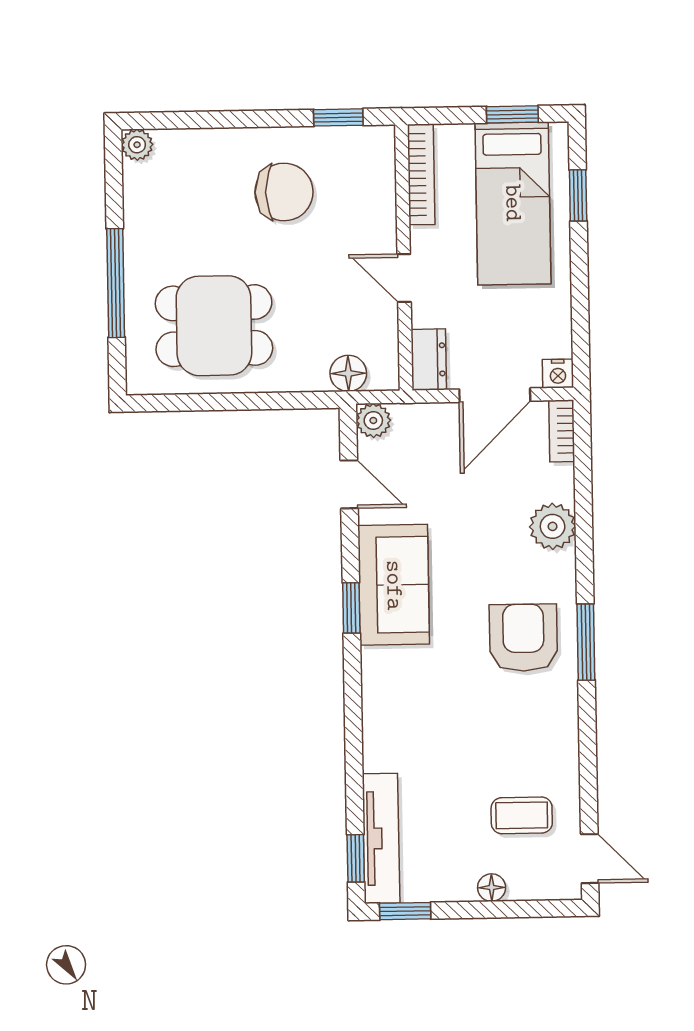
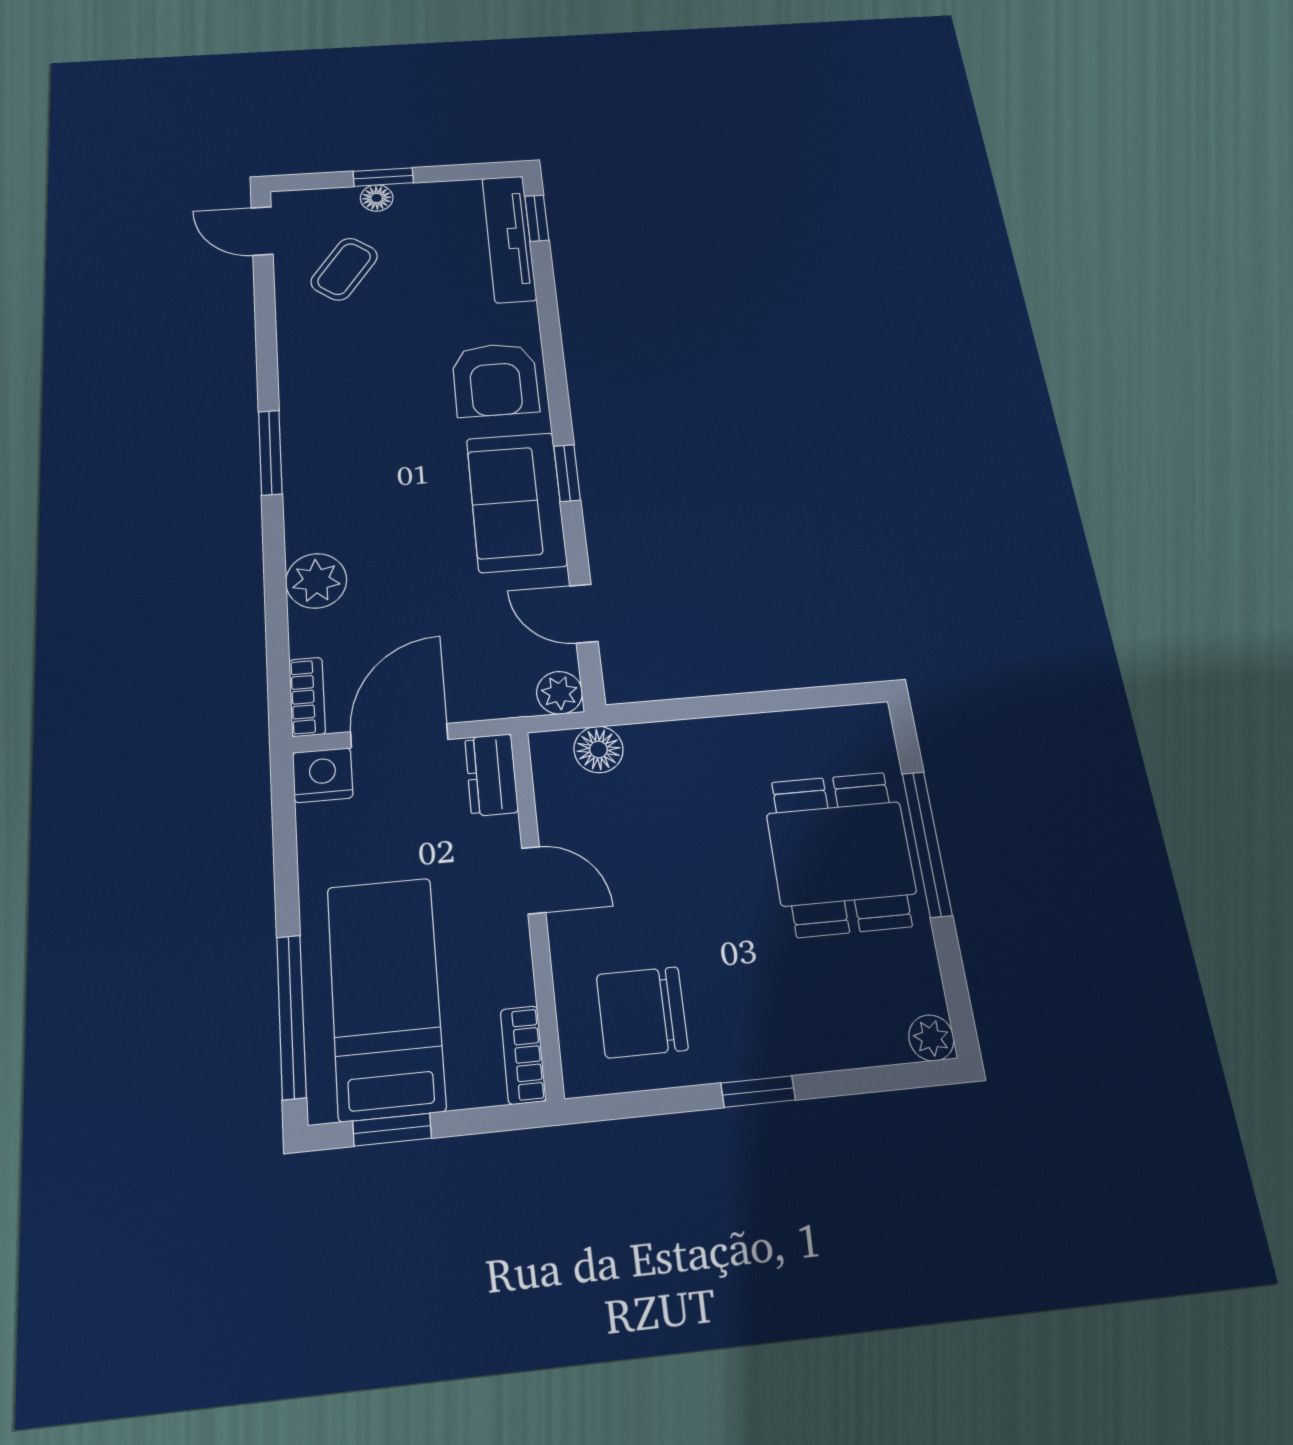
window: (338, 117) -> (758, 1092), moved
bookcase: (421, 174) -> (523, 1055), width x0.64
chair: (284, 192) -> (642, 1012), moved
window: (578, 195) -> (291, 1016), width x2.17
dining table: (214, 326) -> (841, 853), moved, turned 90
nightstand: (558, 374) -> (323, 775), width x1.39, depth x1.35
armchair: (523, 638) -> (495, 380), moved
coffee table: (522, 815) -> (344, 269), turned -54
window: (405, 911) -> (383, 177), moved

